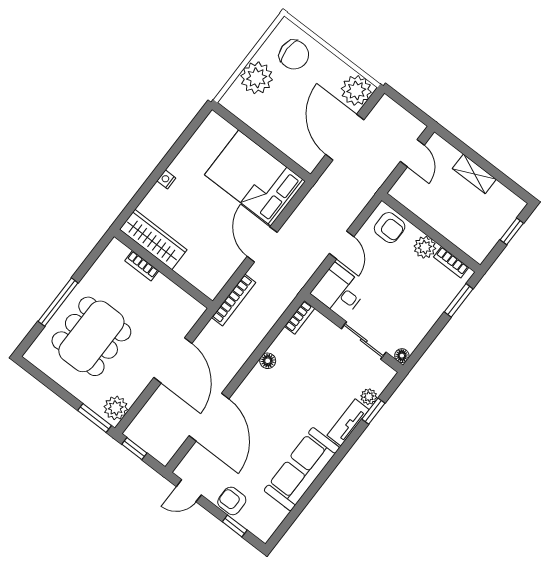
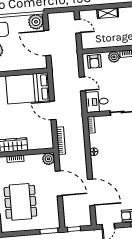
armchair: (390, 228) -> (94, 61), turned 90
plant: (116, 408) -> (49, 159), moved

